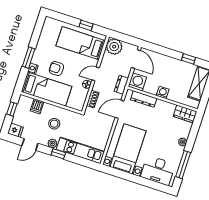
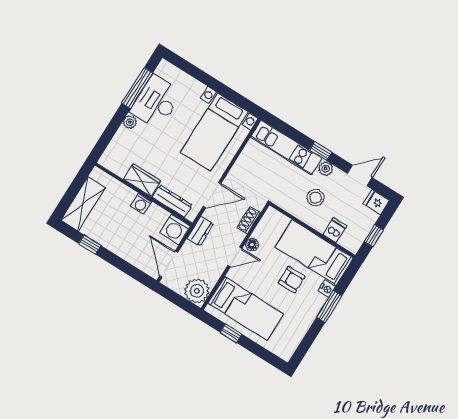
wardrobe: (185, 114) -> (142, 180), moved
desk: (158, 170) -> (156, 102), moved, turned -90

